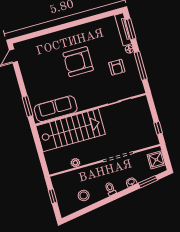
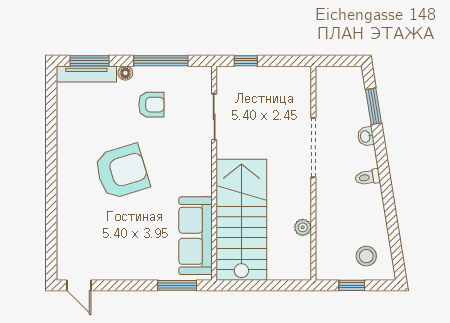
armchair: (78, 62) -> (122, 172), turned -107
window: (158, 128) -> (246, 61), moved
shower: (156, 160) -> (338, 80), removed
stool: (84, 195) -> (366, 256), moved

